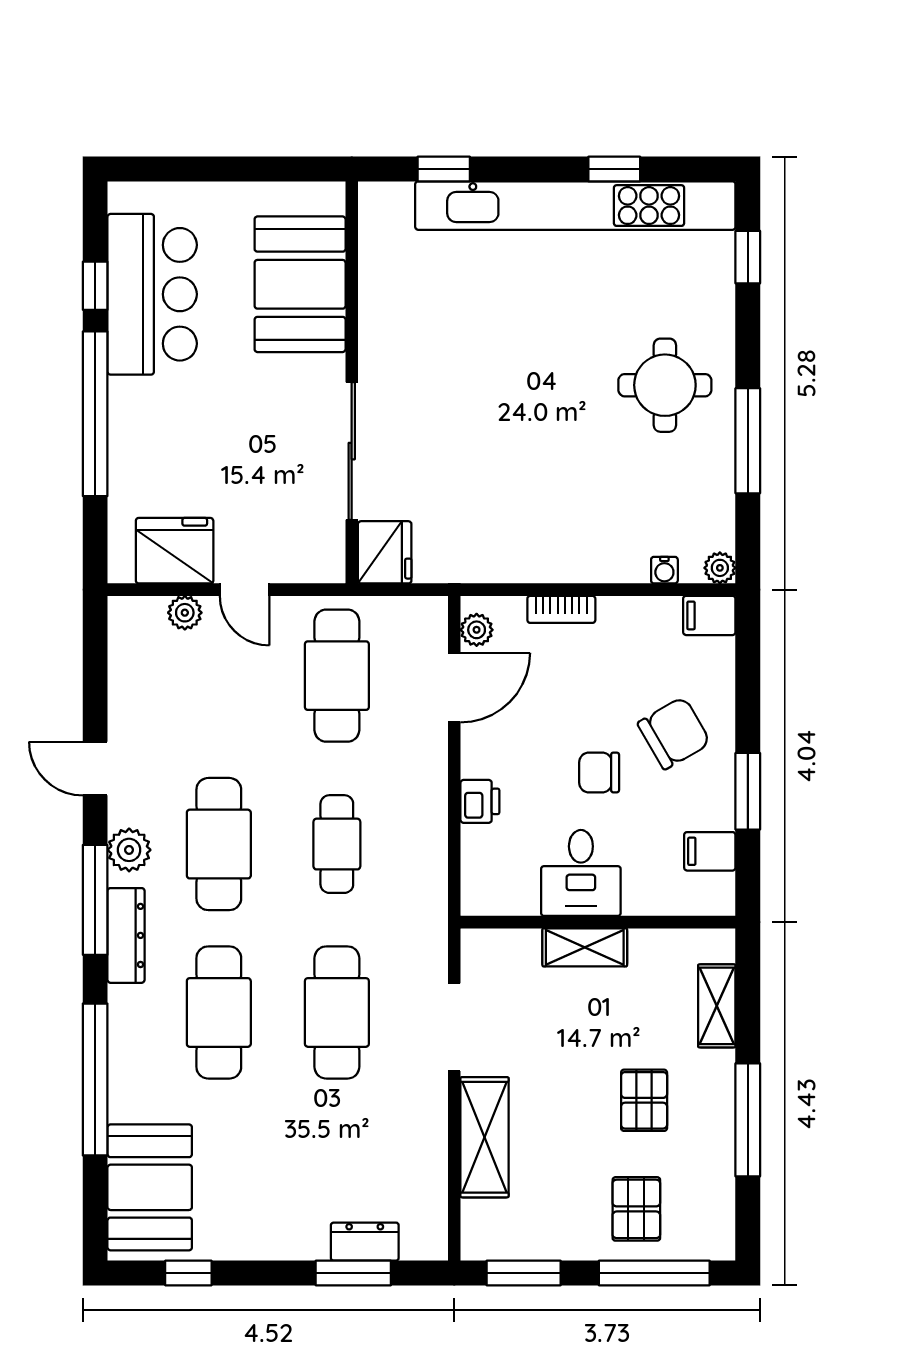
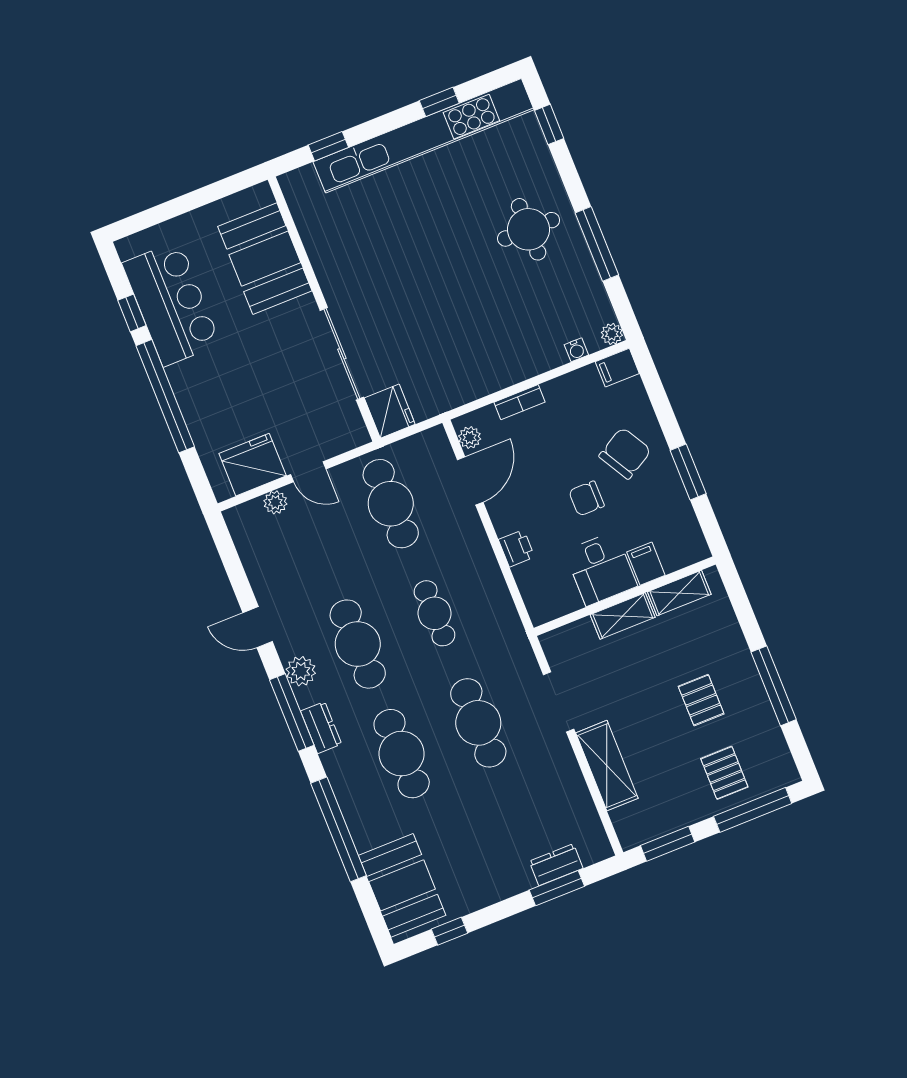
filing cabinet: (710, 851) -> (646, 564), moved, turned 90
dresser: (126, 935) -> (321, 728), width x0.70
shelving: (717, 1006) -> (679, 593), moved, turned 90

